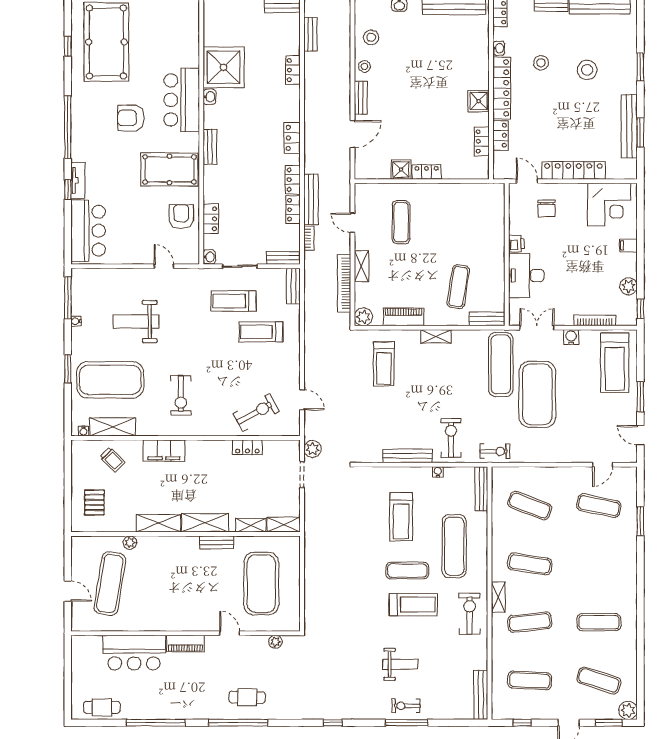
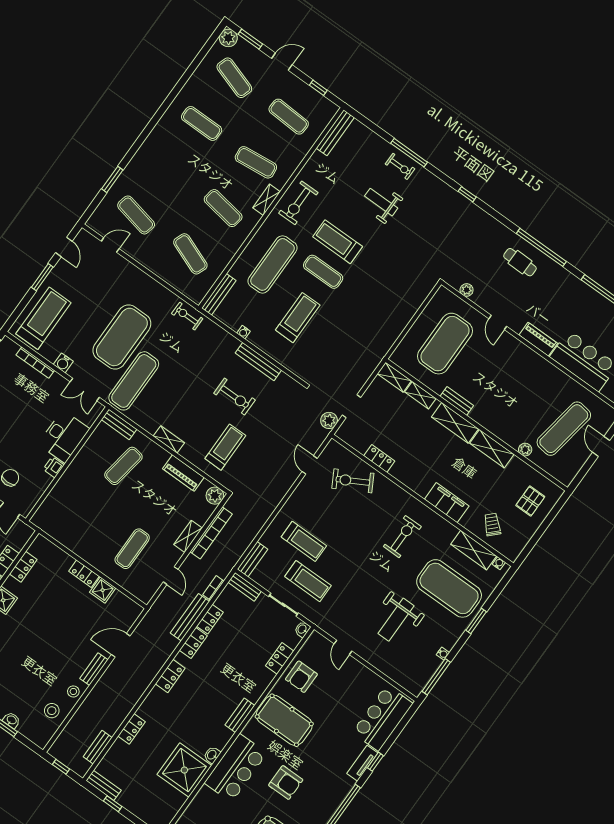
weight bench: (136, 322) -> (396, 620), turned 90
exercise bike: (451, 438) -> (235, 397), moved, turned -90

